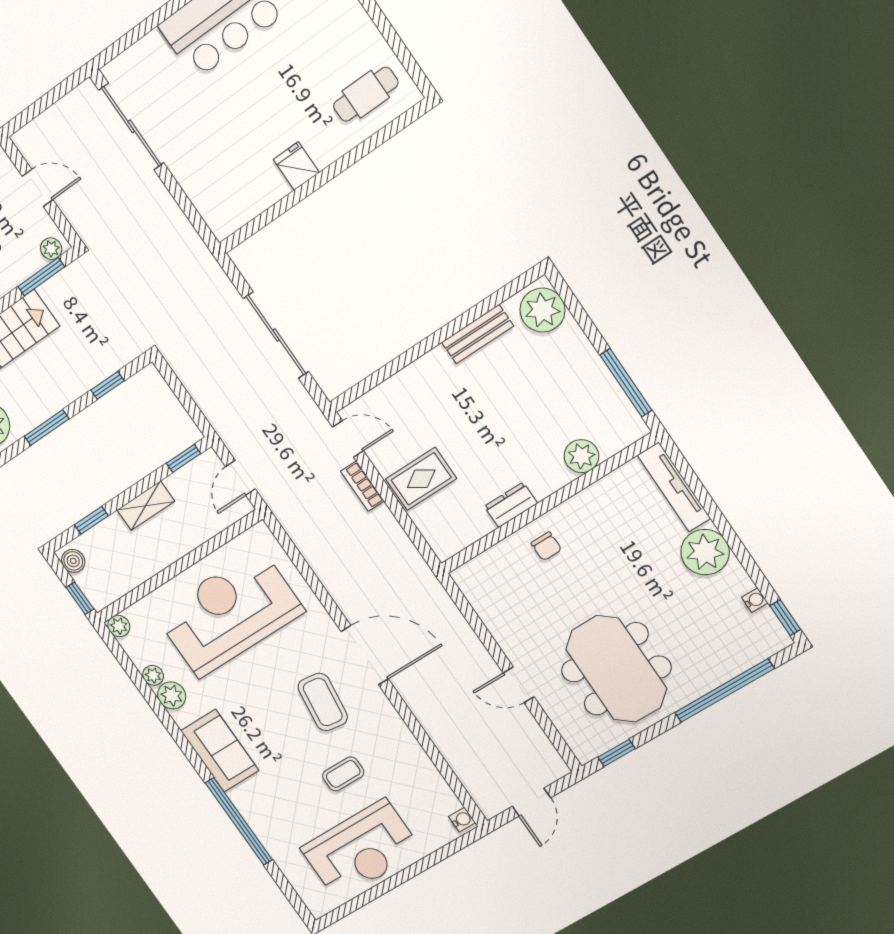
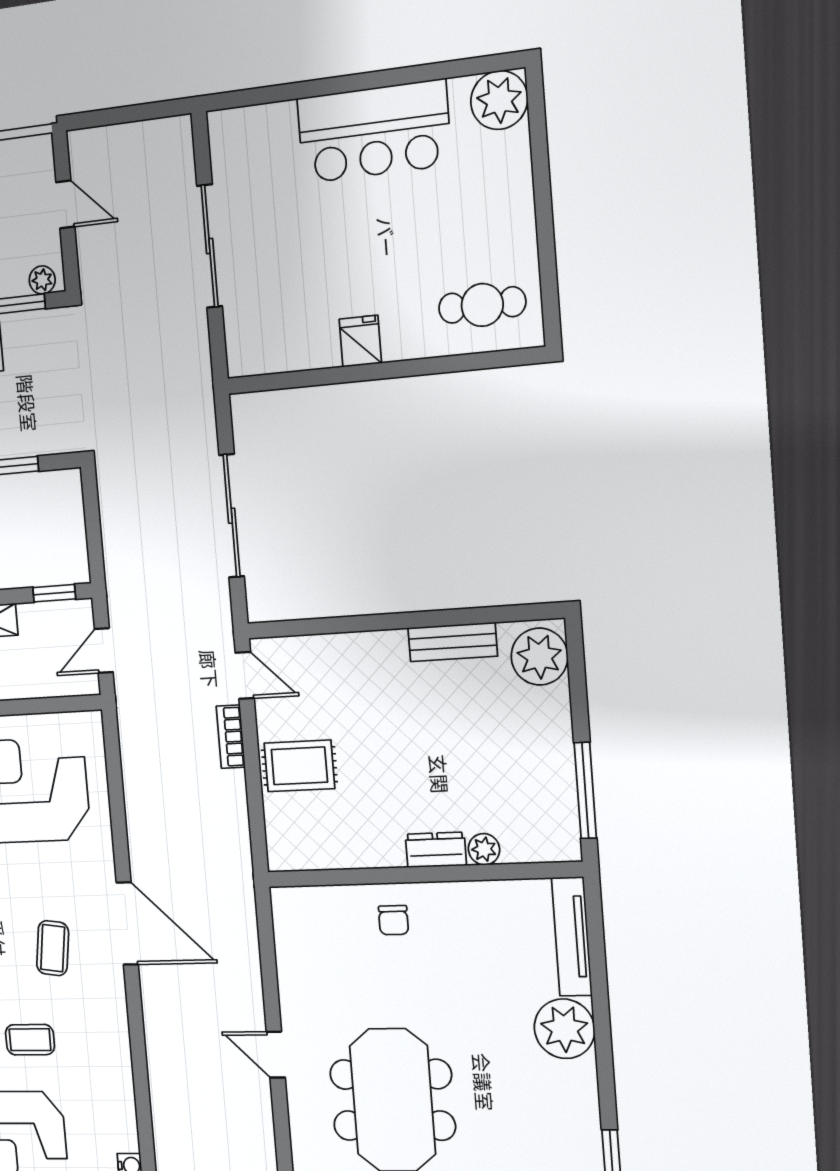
sliding door: (131, 126) -> (210, 246), moved
plant: (581, 456) -> (484, 849), width x0.73, depth x0.73
dresser: (511, 505) -> (436, 850), moved
water cooler: (755, 600) -> (589, 1114), removed
coffee table: (323, 702) -> (53, 948), width x0.73, depth x0.77

